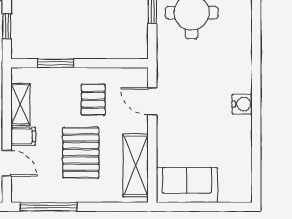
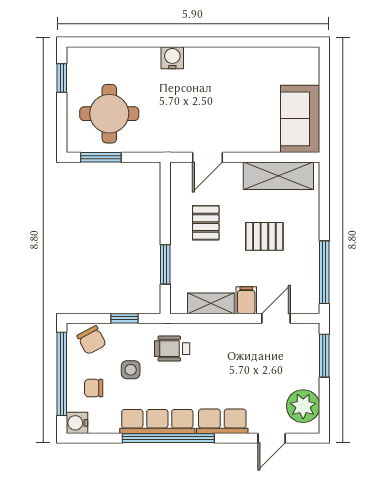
pallet: (93, 100) -> (206, 223), turned 90
water cooler: (242, 104) -> (172, 58), moved
pallet: (81, 153) -> (264, 236), width x0.67, depth x0.71

